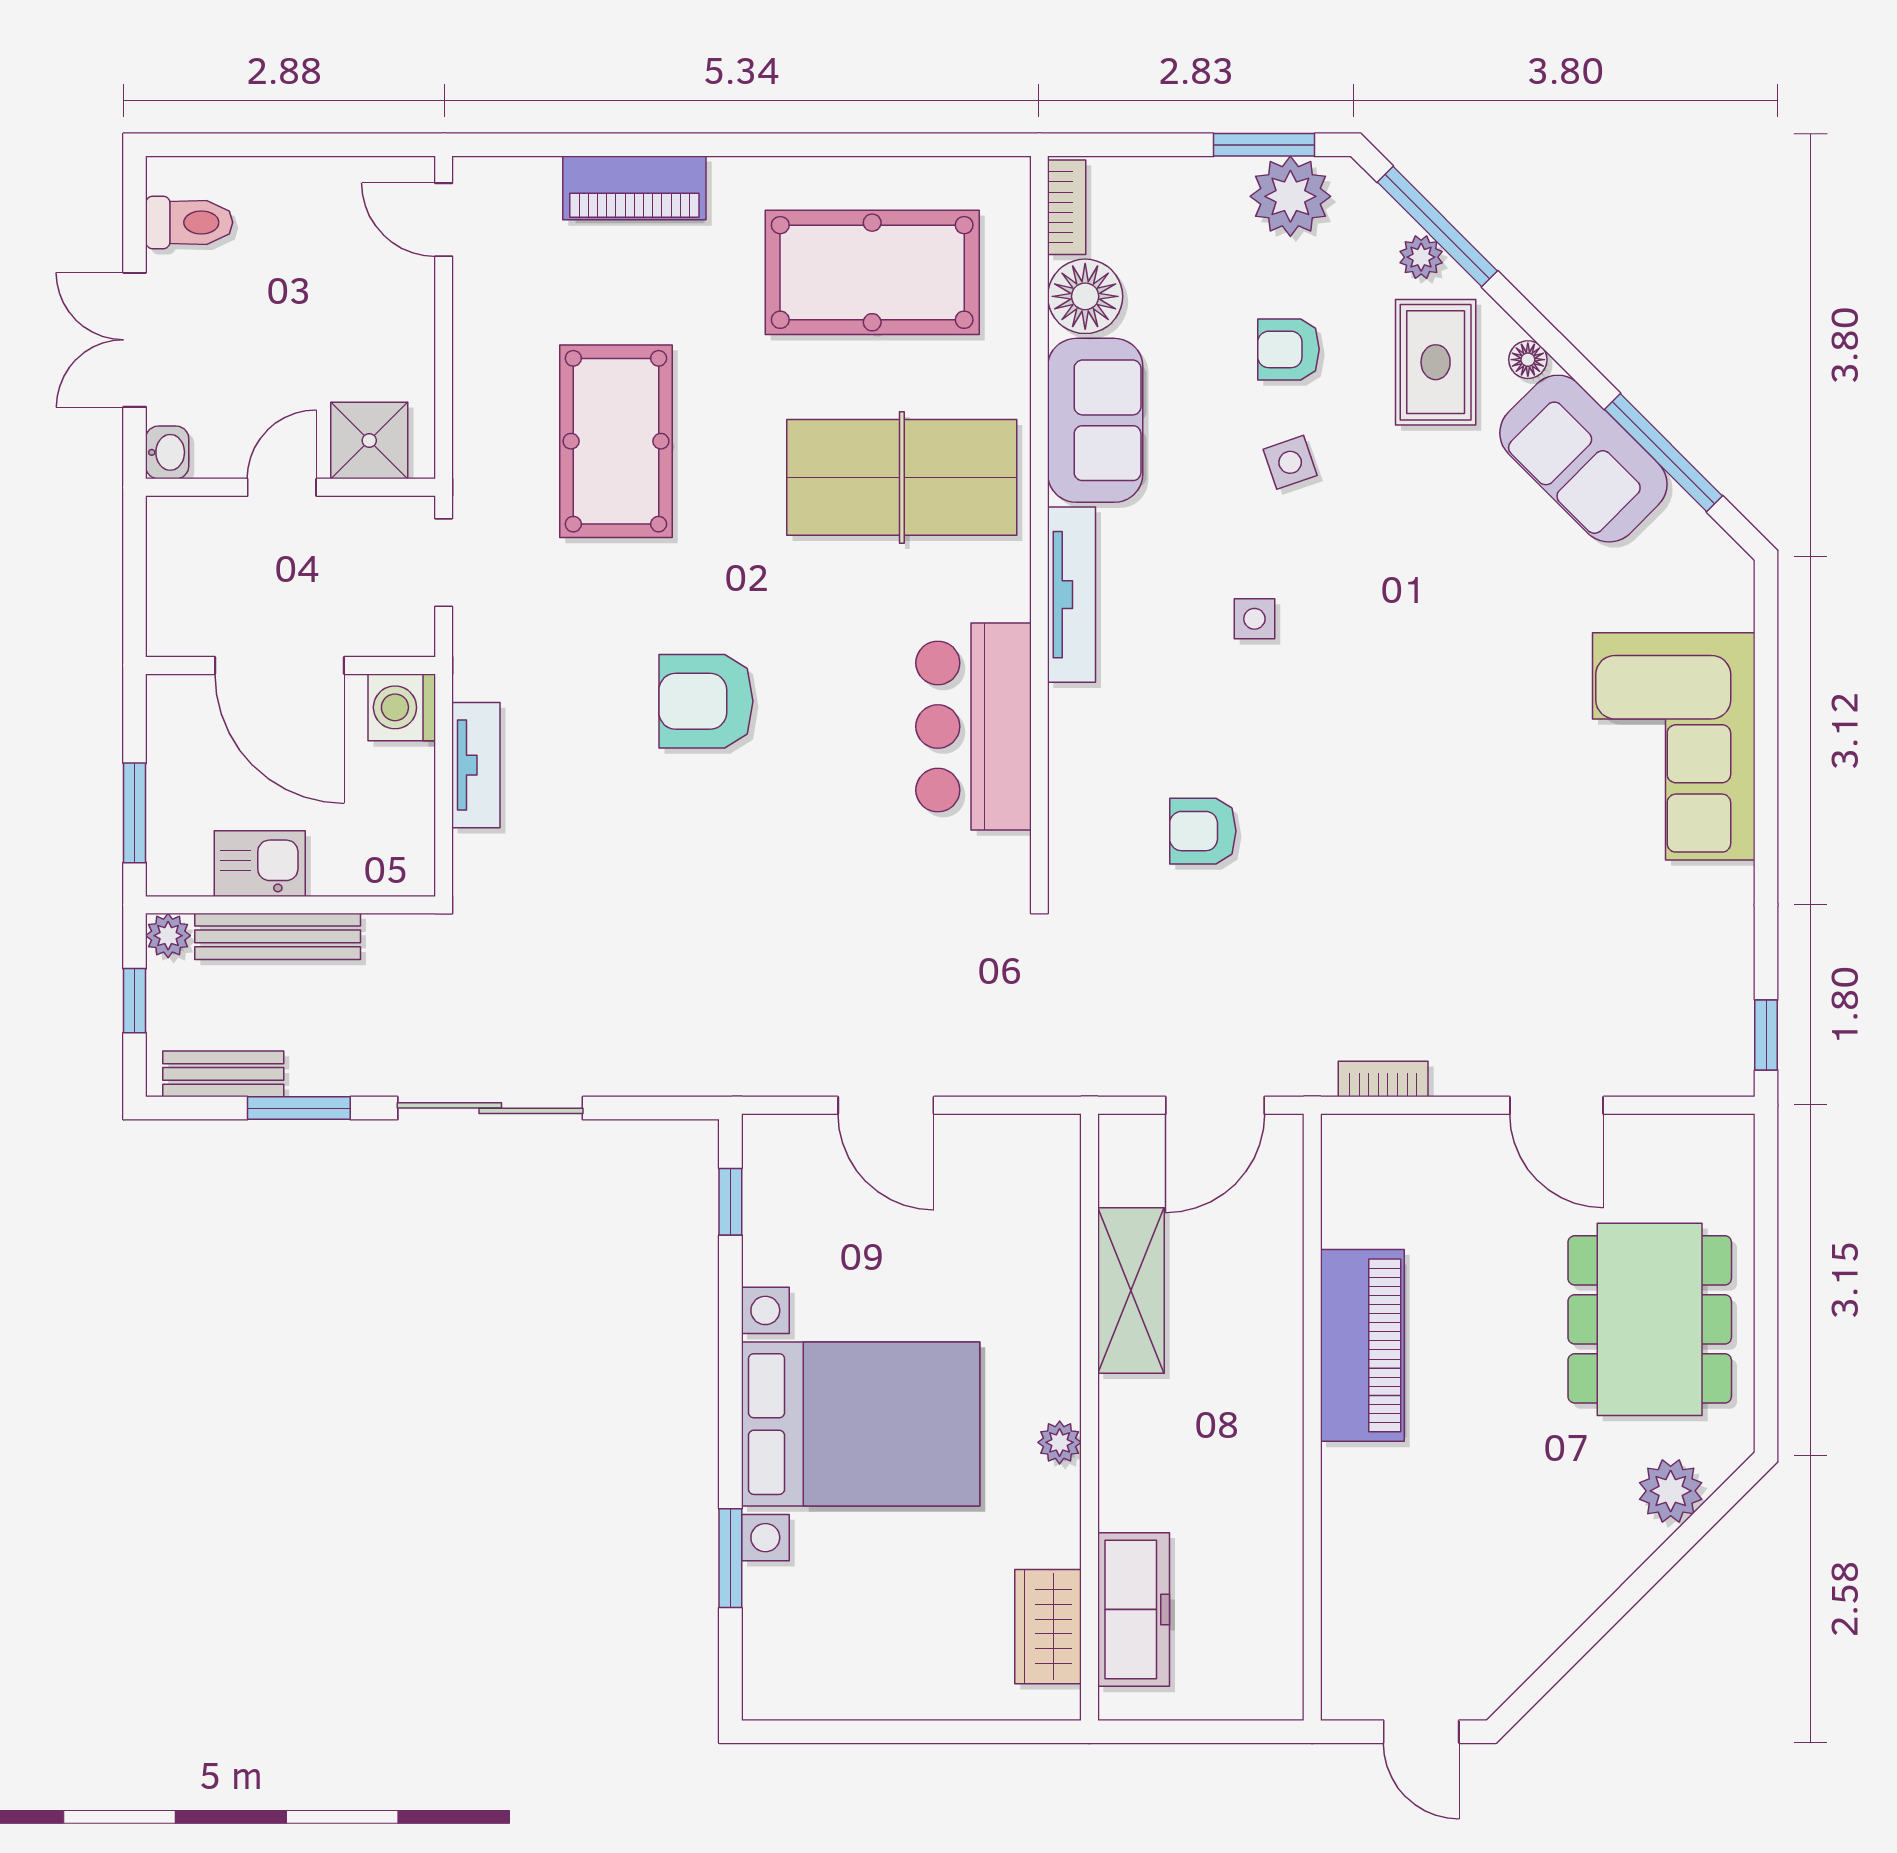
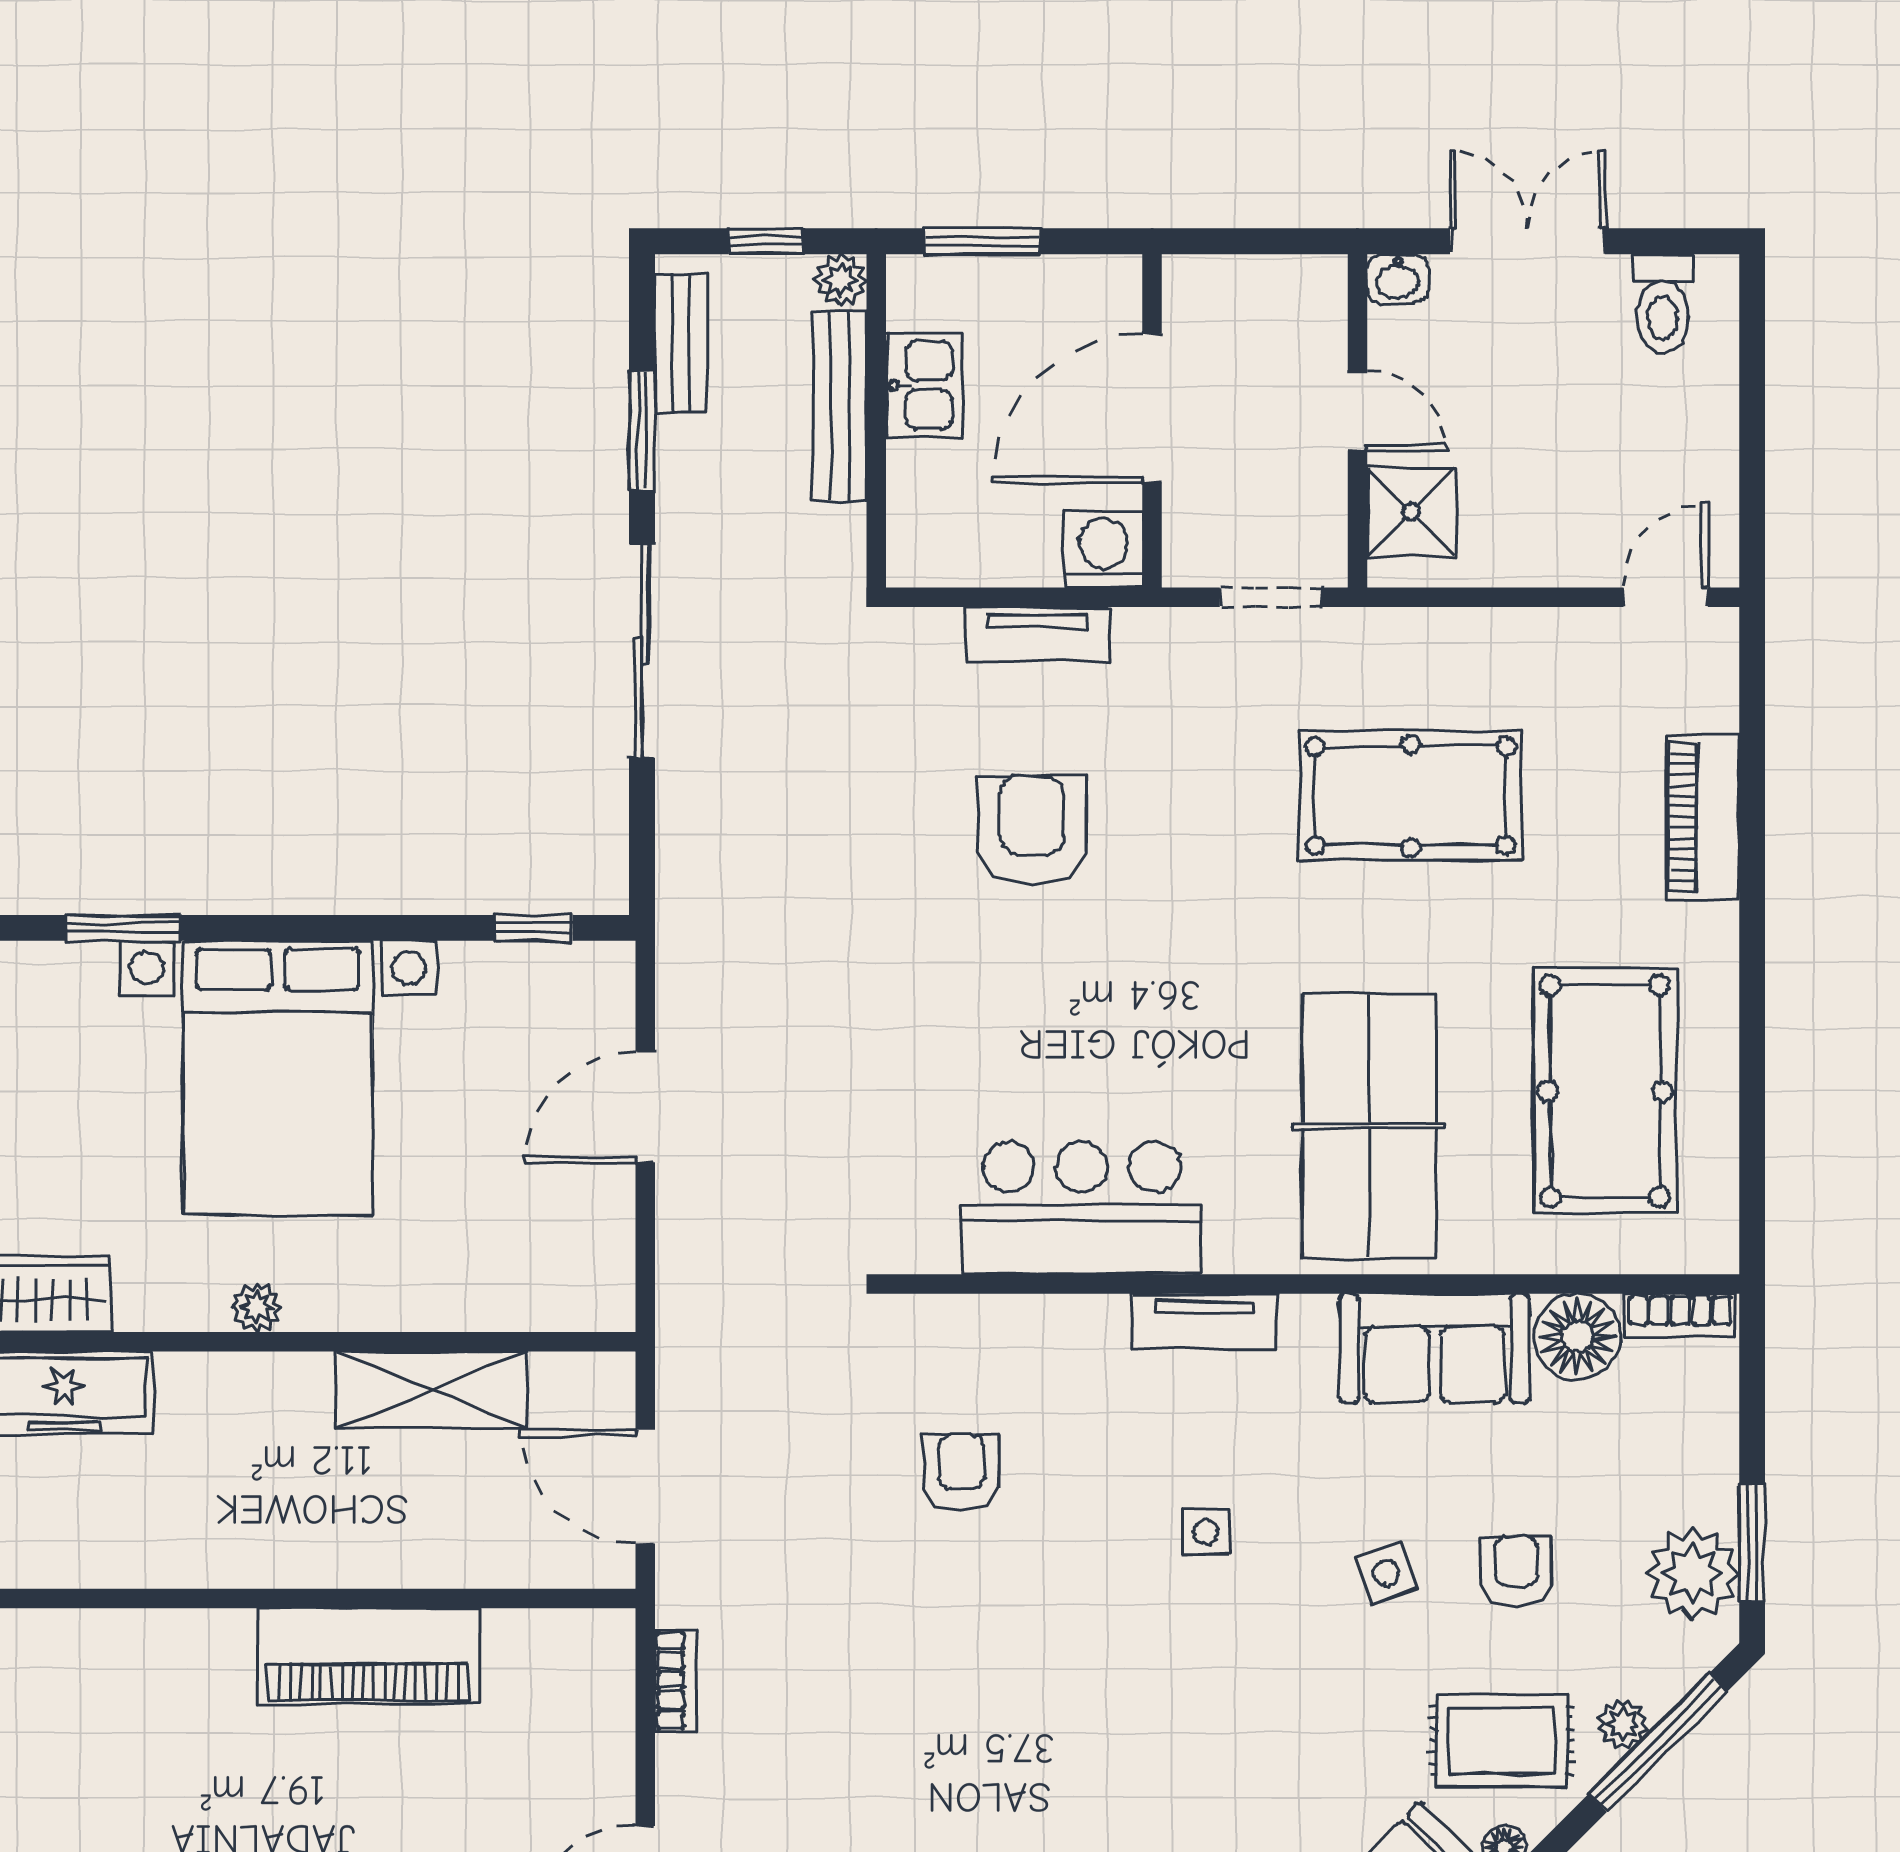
tv unit: (1072, 595) -> (1204, 1321), width x0.71
armchair: (706, 701) -> (1032, 831), moved

